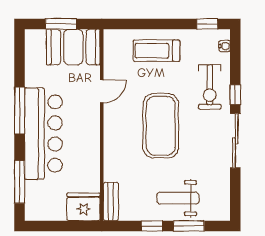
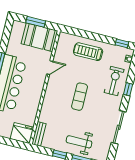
exercise bike: (210, 87) -> (114, 81), turned 180
exercise mat: (161, 126) -> (80, 97), width x0.50, depth x0.69
sliding door: (235, 141) -> (119, 127), moved

